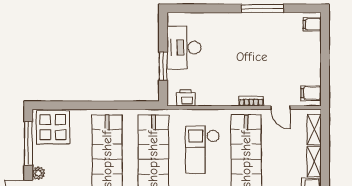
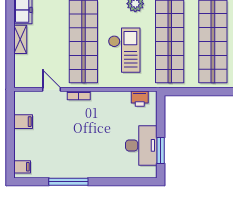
window: (163, 66) -> (161, 151), moved
filing cabinet: (311, 93) -> (23, 122), moved
shelving: (314, 130) -> (20, 69), removed

